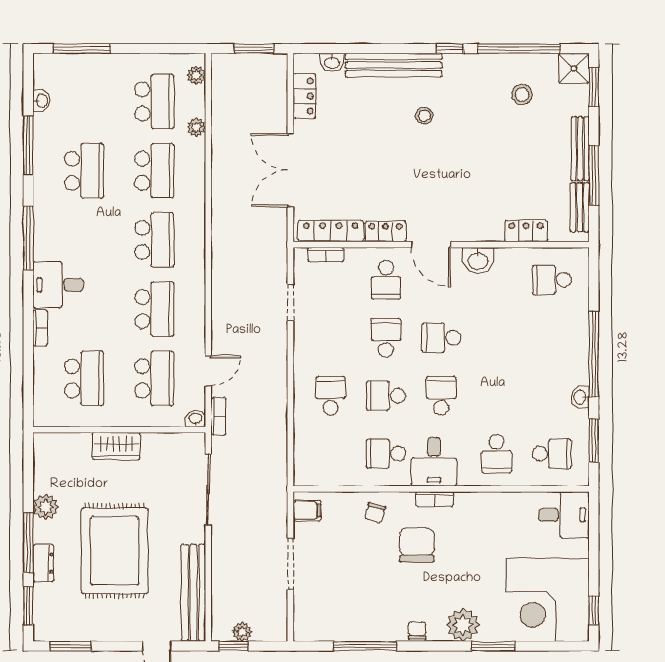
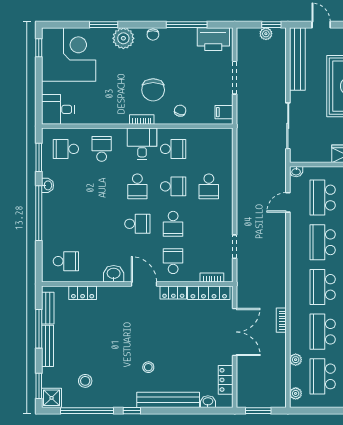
bookcase: (219, 416) -> (281, 320), moved
printer: (324, 624) -> (213, 39), added

